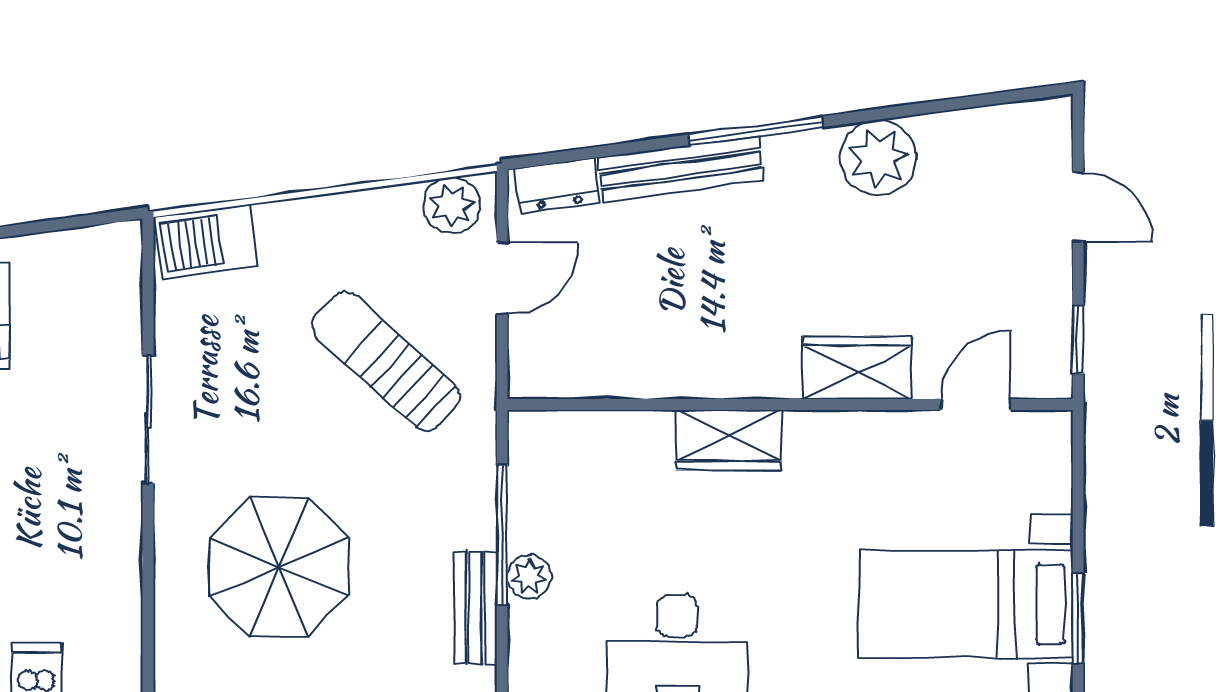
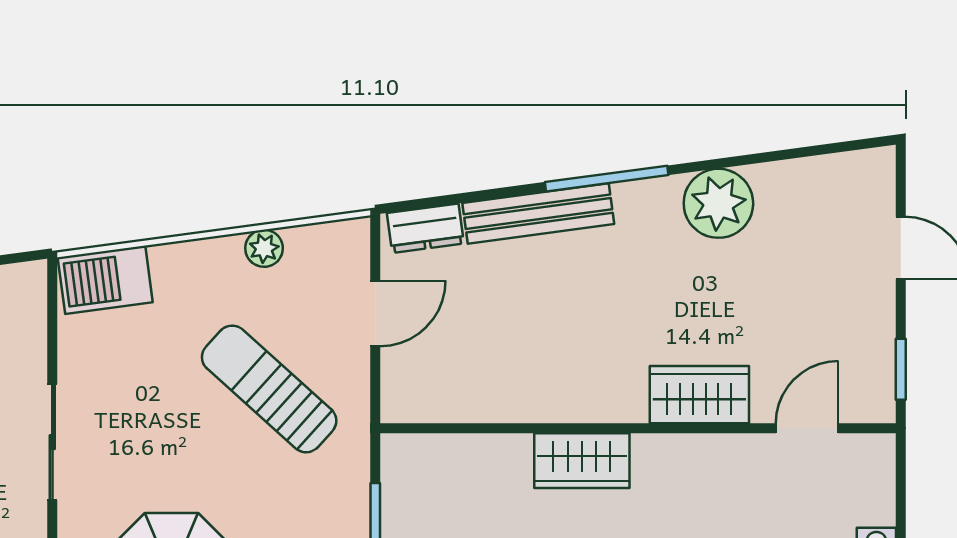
plant: (452, 205) -> (264, 248), moved, width x0.73, depth x0.73

